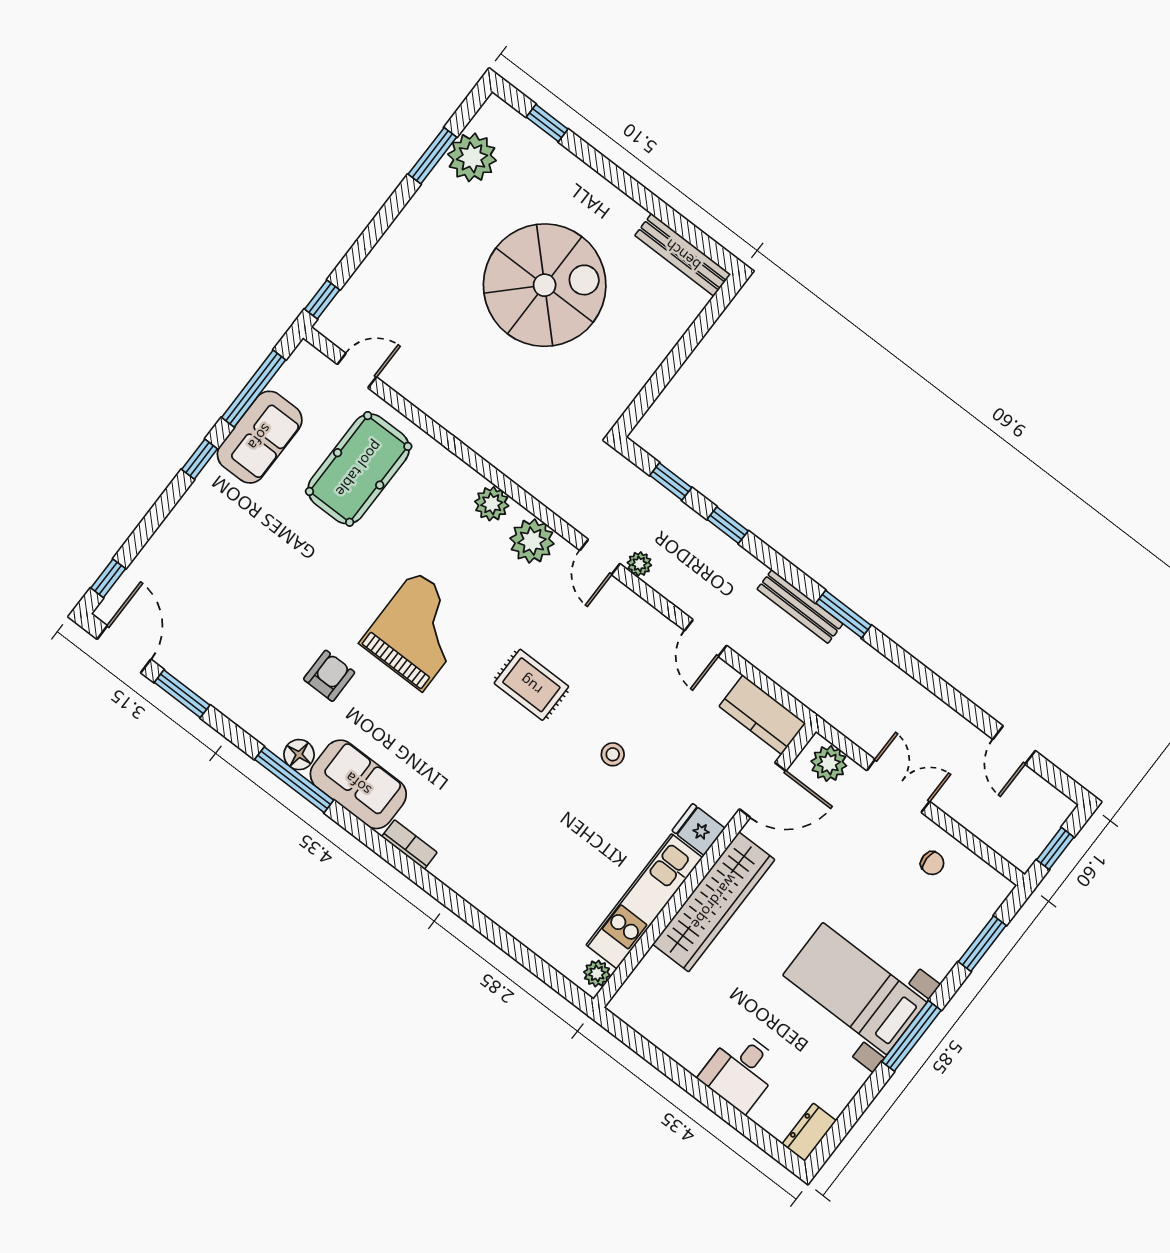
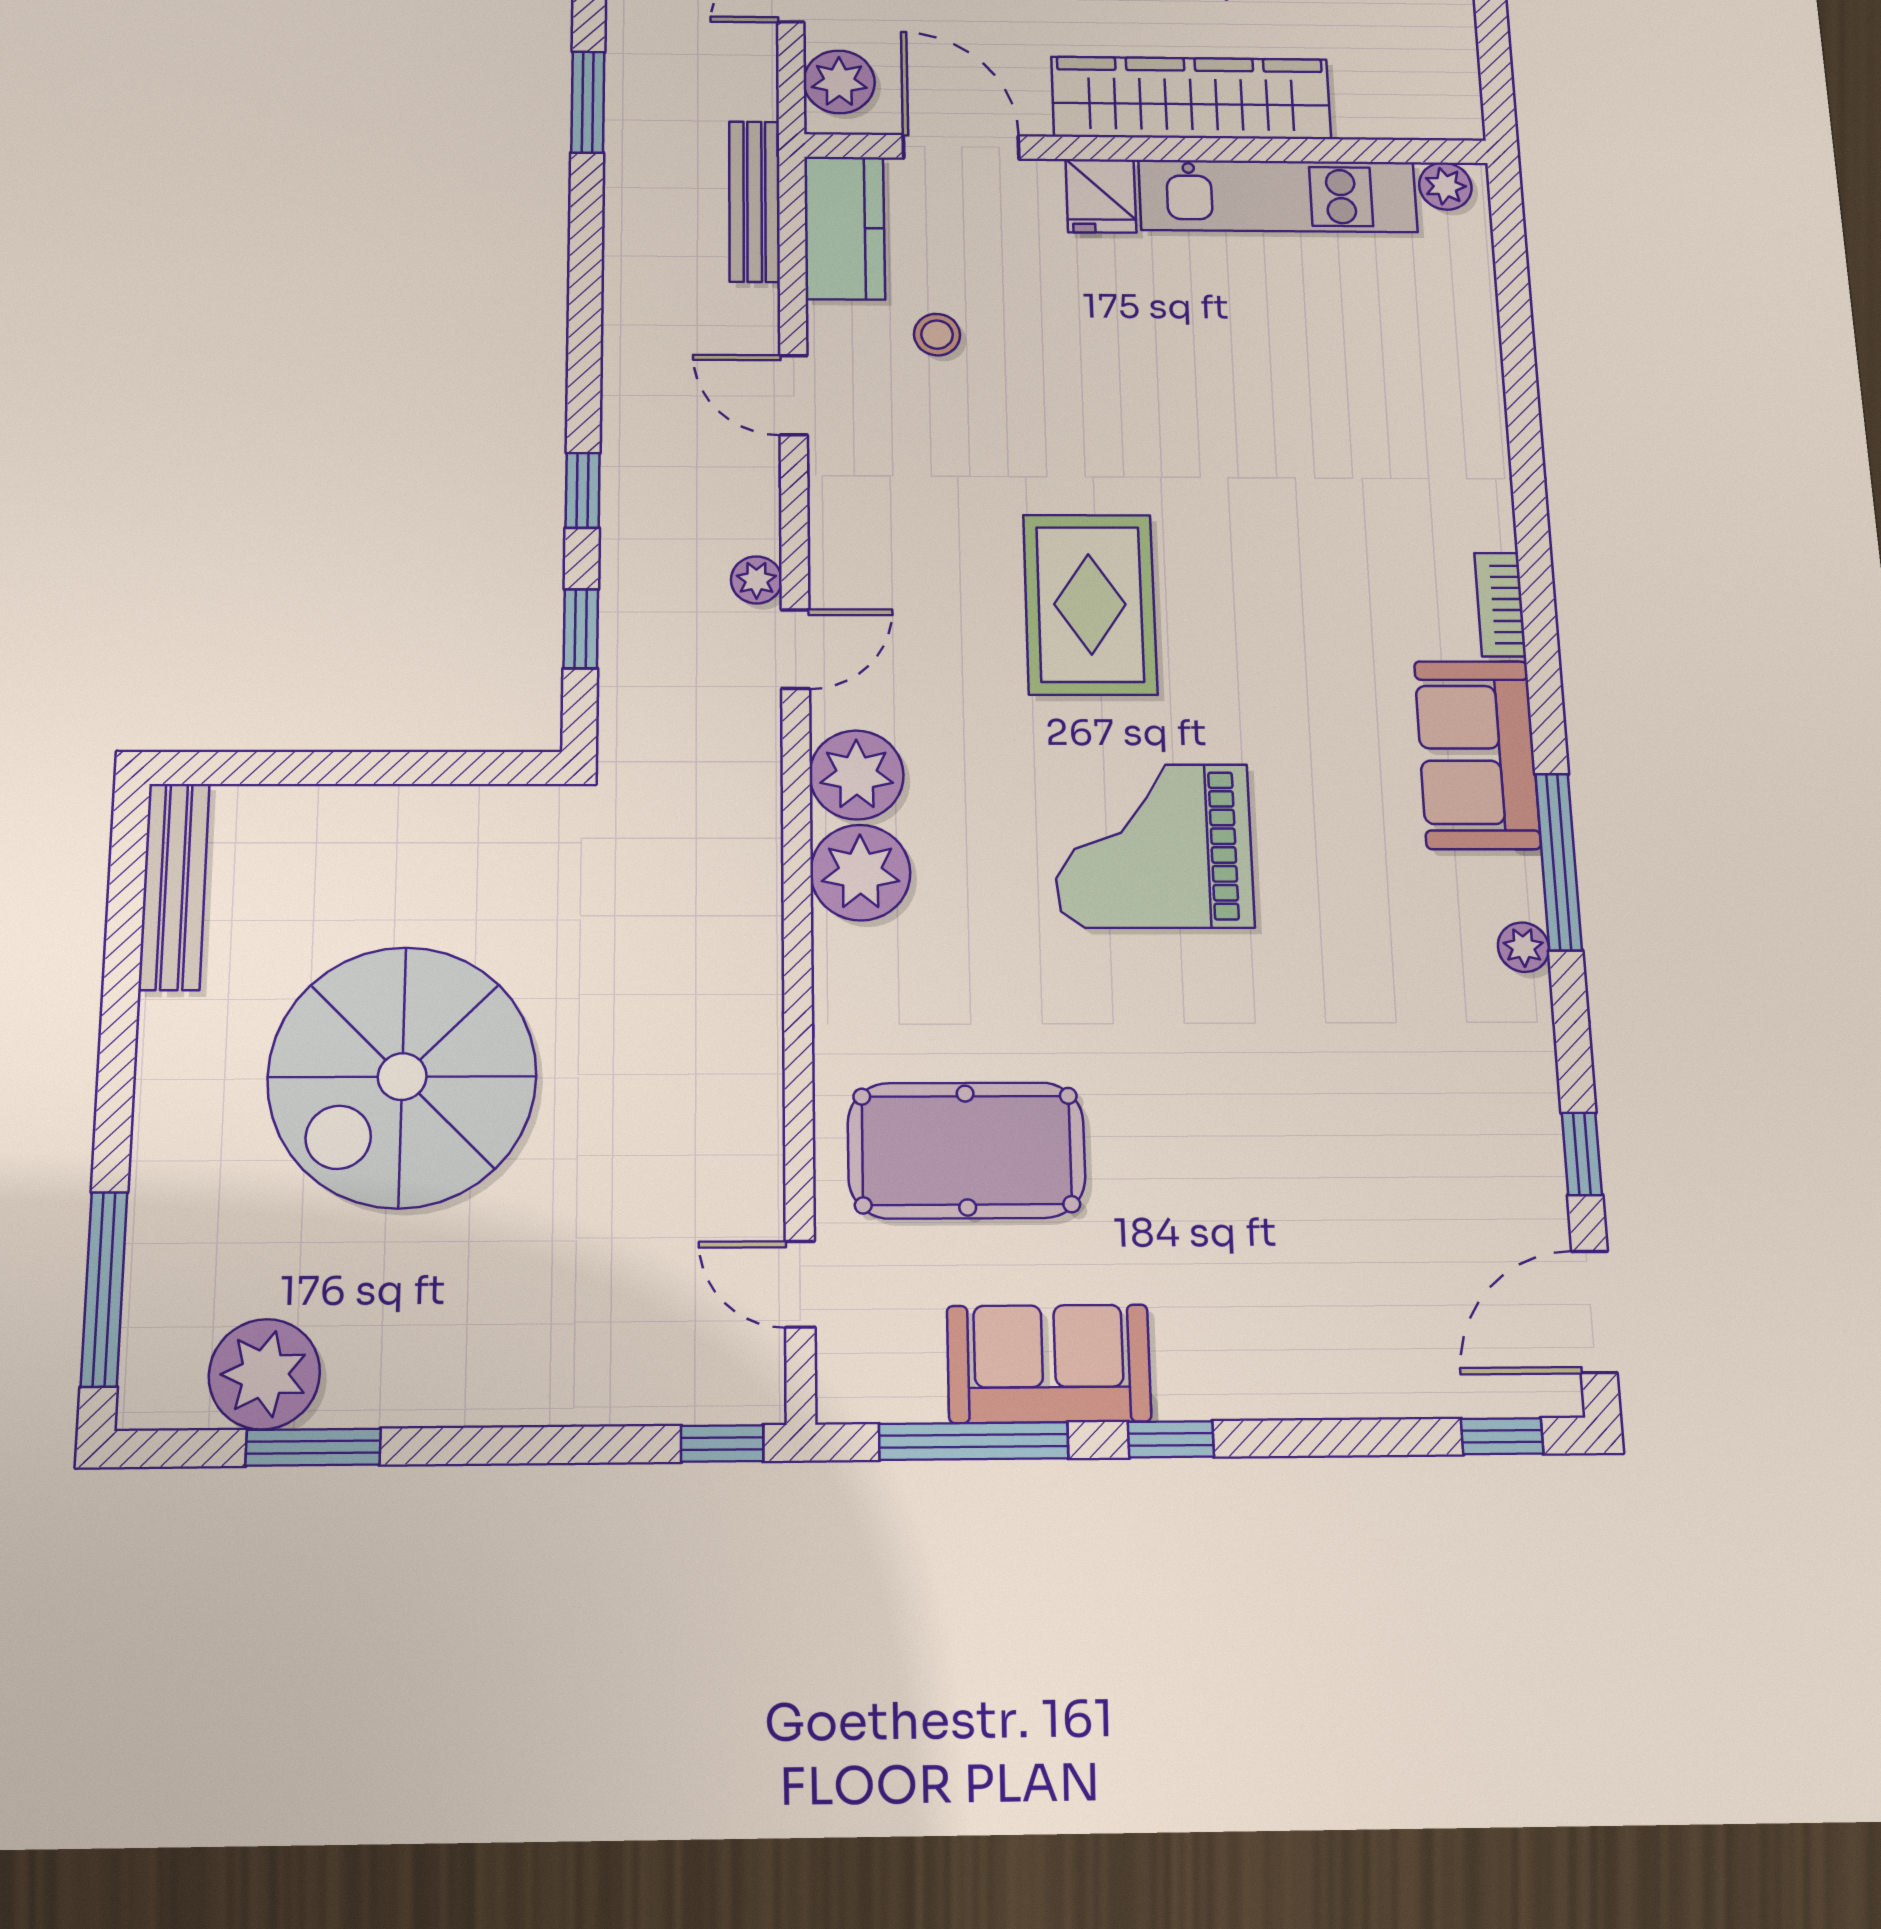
window: (547, 123) -> (104, 1289), width x2.17
spiral stairs: (545, 285) -> (402, 1077), turned -90
plant: (492, 504) -> (860, 873), width x1.36, depth x1.36
bench: (800, 606) -> (754, 201), moved
window: (844, 614) -> (588, 102), moved
door: (706, 638) -> (794, 395), swing flipped
armchair: (329, 676) -> (1347, 934), removed
rug: (531, 685) -> (1090, 604), width x1.36, depth x1.43
window: (182, 694) -> (1582, 1154), width x0.67
plant: (273, 738) -> (1523, 947), added
stool: (613, 754) -> (937, 335), moved
floor lamp: (299, 755) -> (1513, 885), removed

